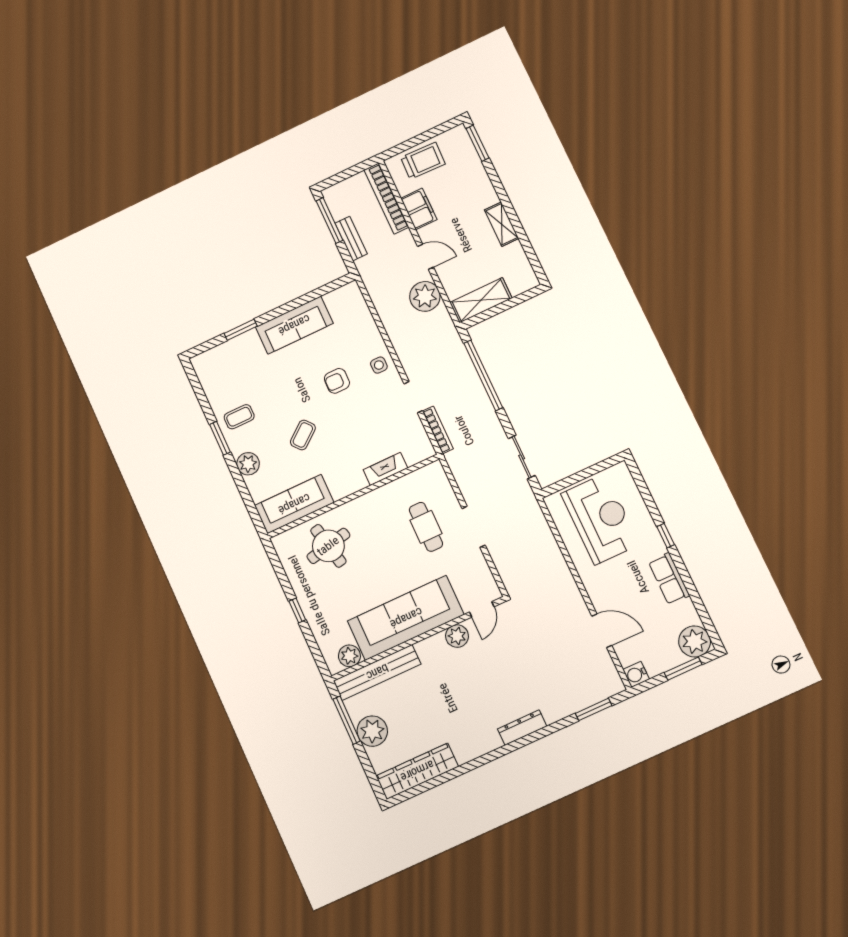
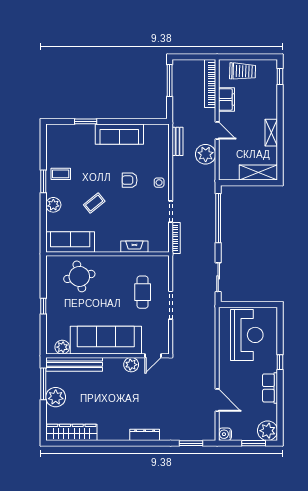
window: (478, 143) -> (280, 77), width x0.67
bench: (351, 239) -> (178, 141), moved
shelving: (481, 300) -> (258, 173), moved

